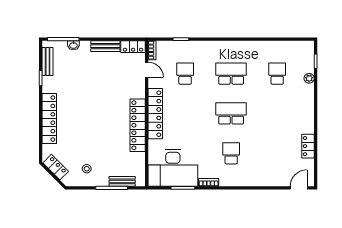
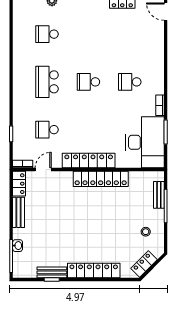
bench: (48, 61) -> (52, 272), moved
school desk: (231, 113) -> (88, 82), width x0.54

